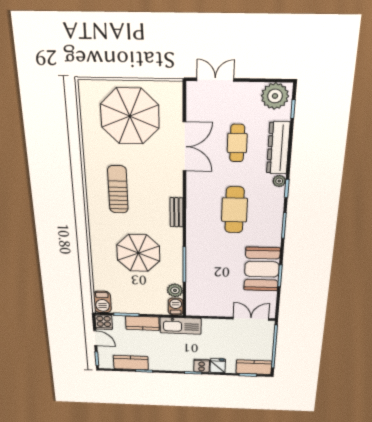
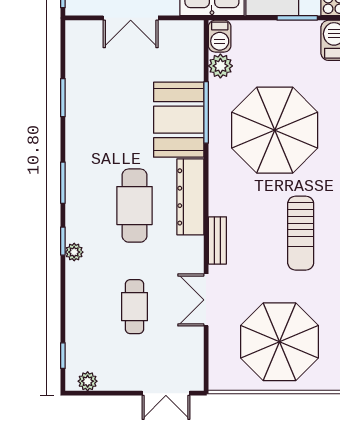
plant: (275, 96) -> (88, 381), width x0.53, depth x0.53
double door: (184, 147) -> (206, 300), width x0.73
dresser: (278, 148) -> (190, 197), moved, turned 180
bench: (177, 212) -> (217, 240), moved
parasol: (138, 253) -> (275, 130), width x1.36, depth x1.36
booth: (262, 269) -> (179, 120), moved
double door: (251, 319) -> (131, 18), moved

